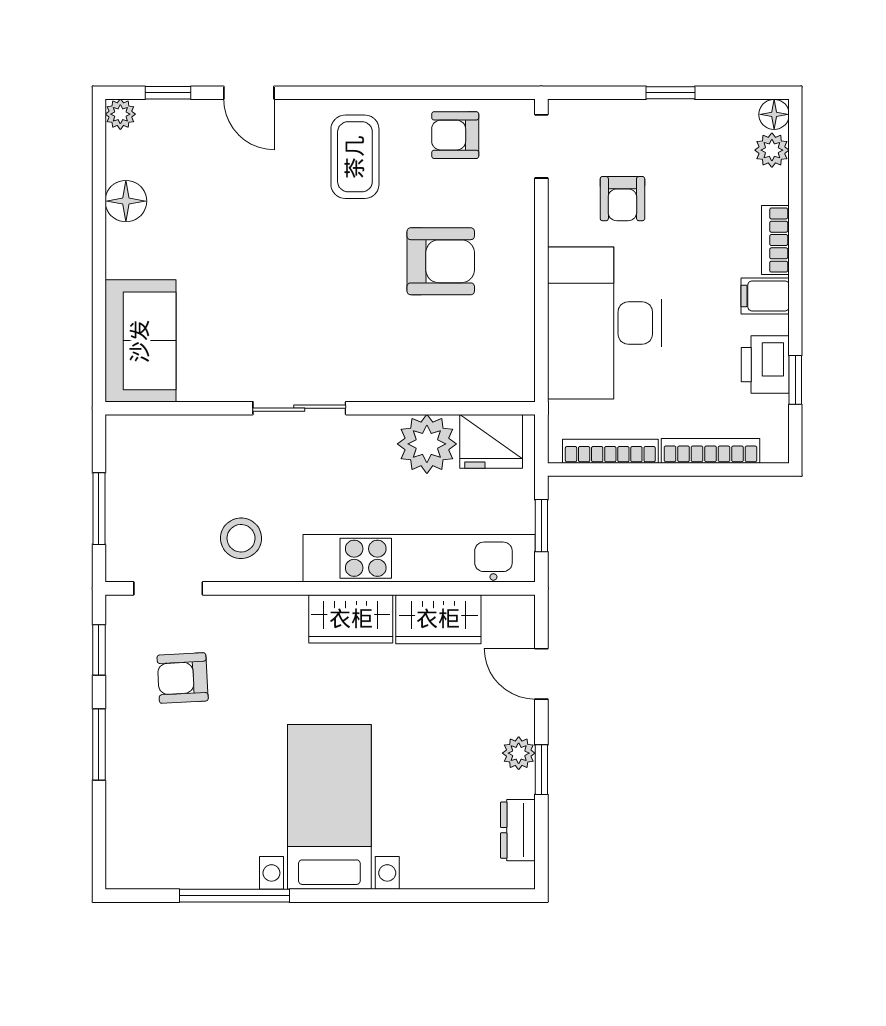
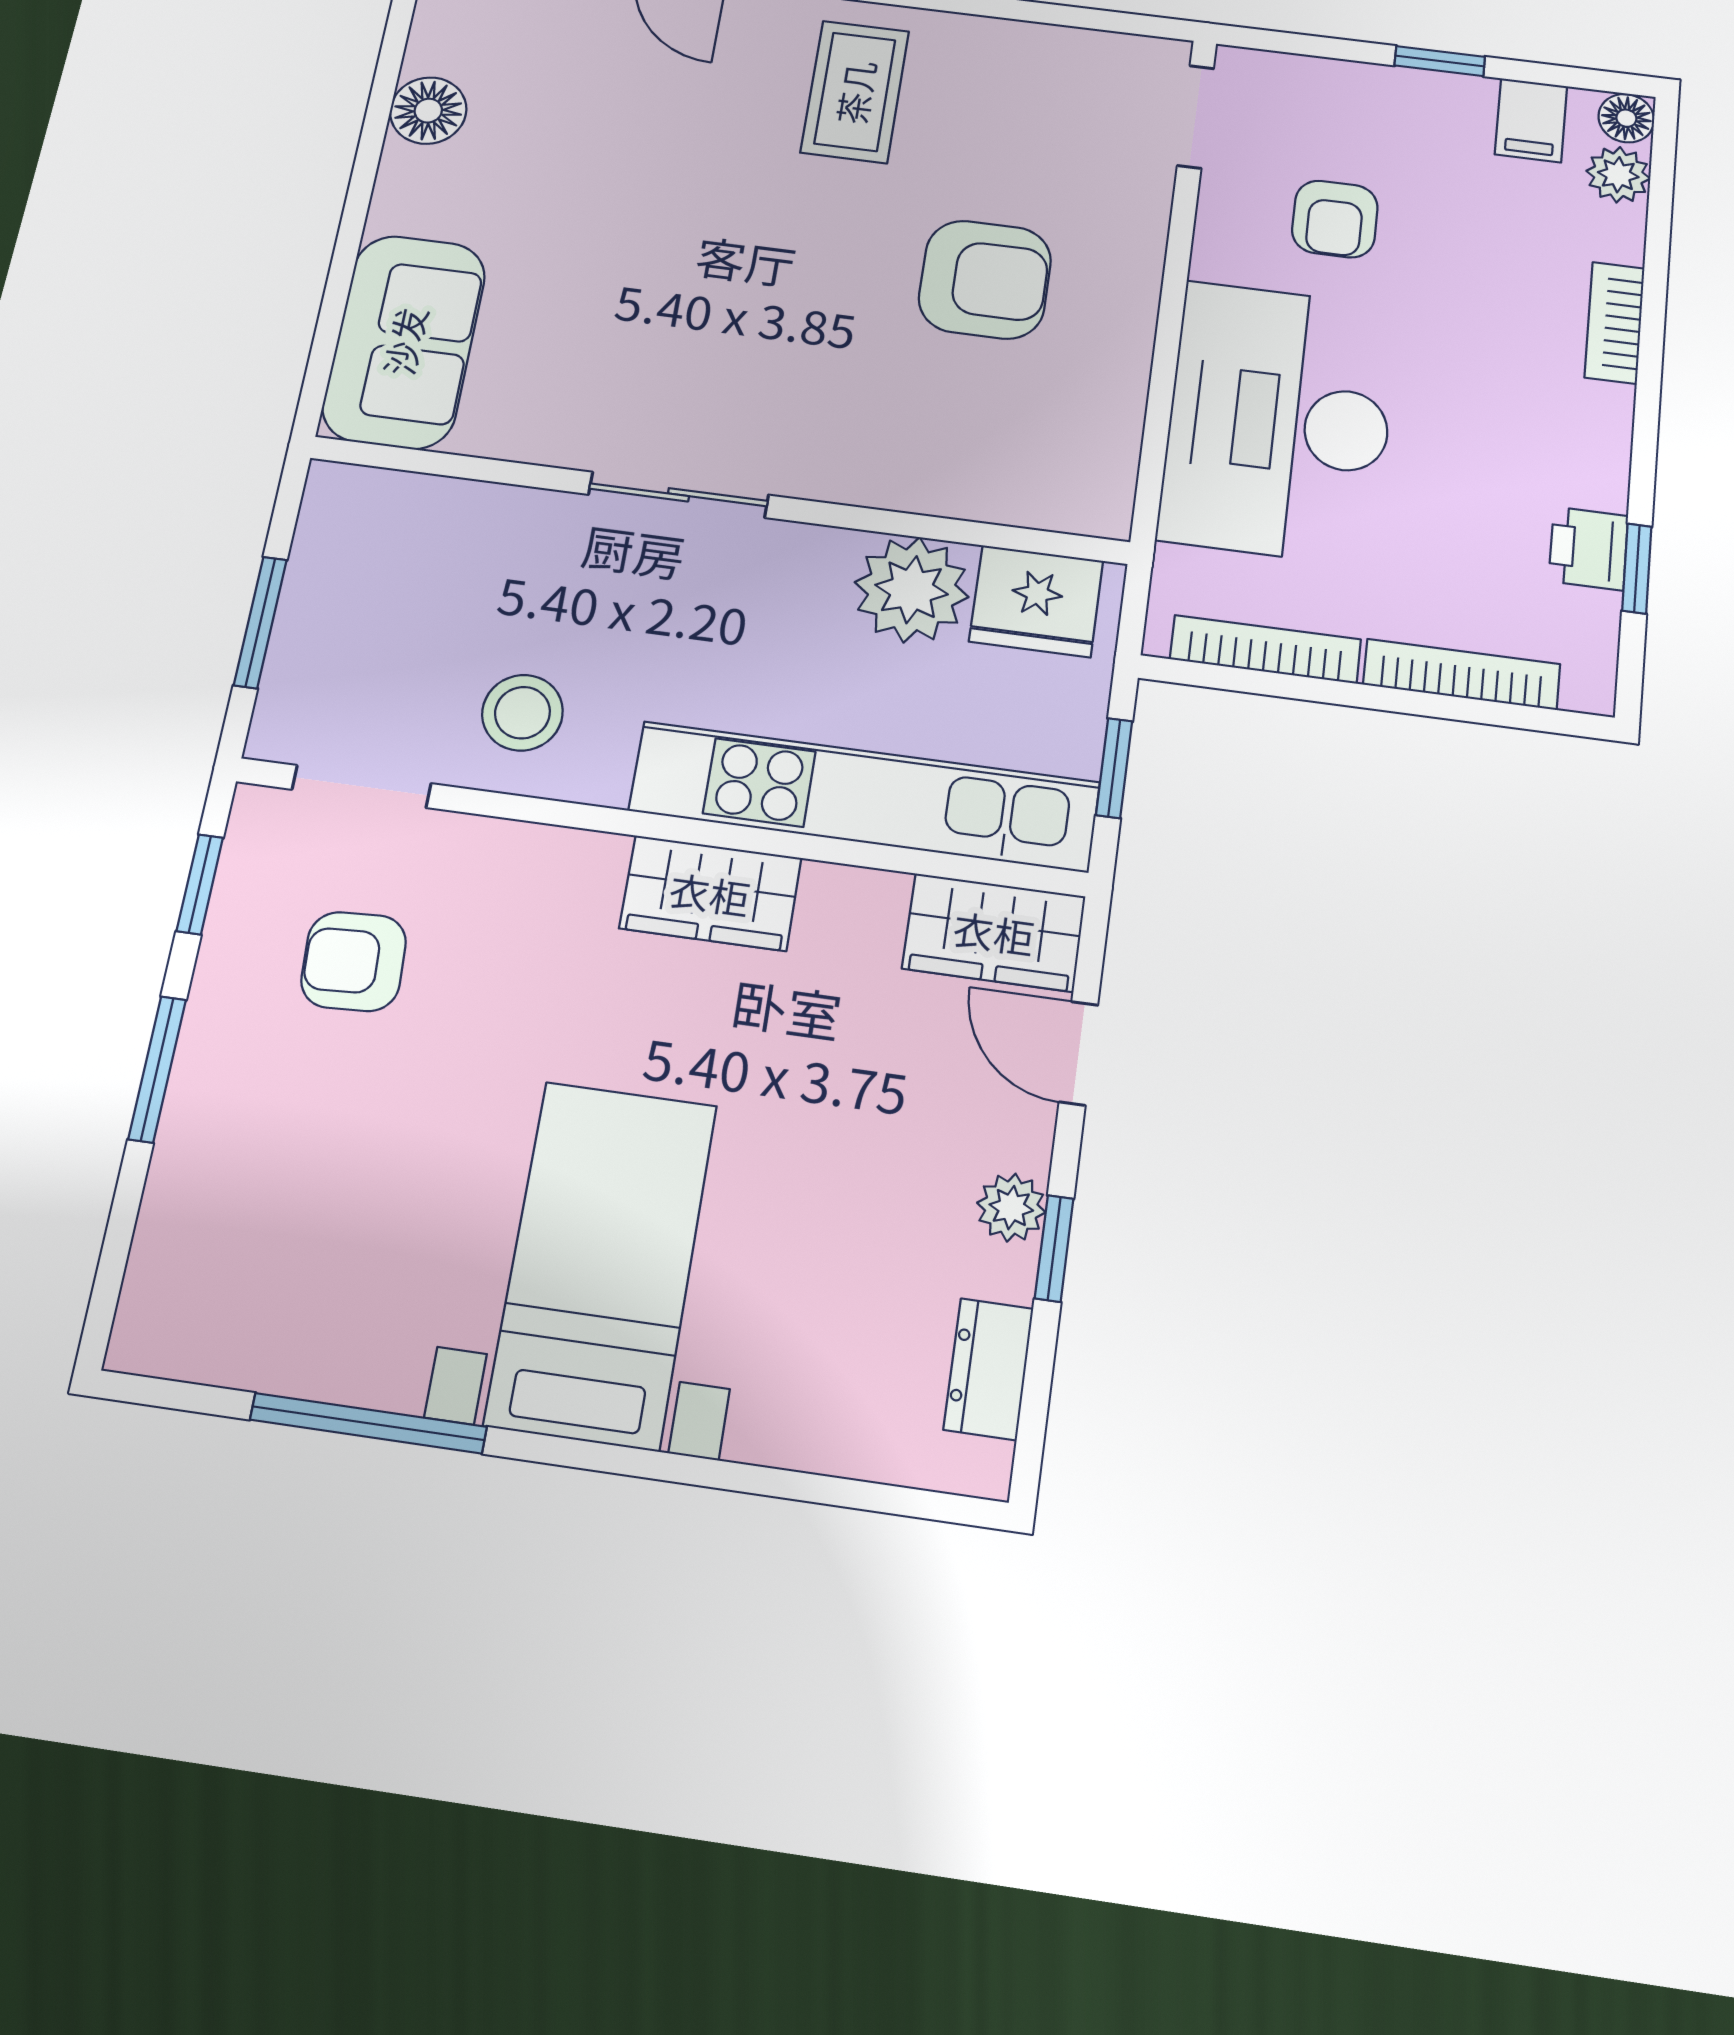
armchair: (455, 135) -> (1042, 80), removed
filing cabinet: (765, 296) -> (1531, 120), moved, turned -90
printer: (765, 365) -> (1588, 549), width x0.73, depth x0.81
wardrobe: (438, 619) -> (994, 932), moved

